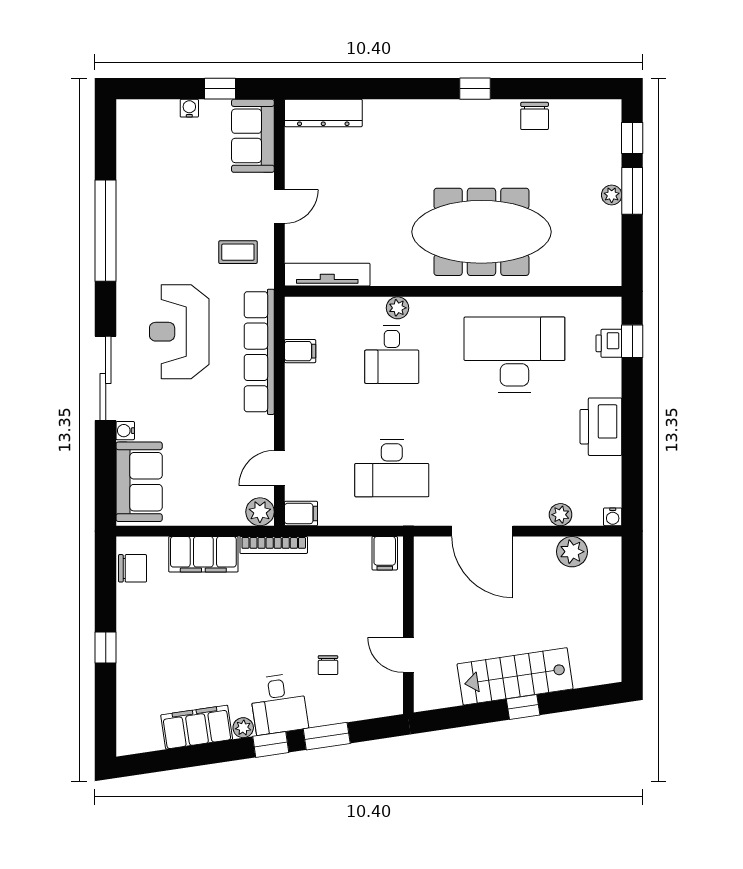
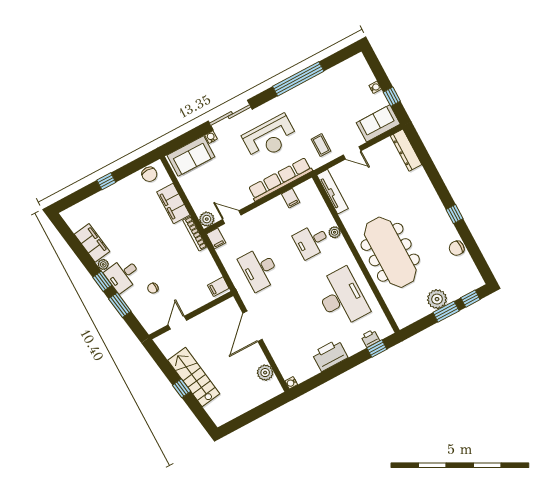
plant: (612, 195) -> (437, 299), width x1.88, depth x1.88
reception desk: (179, 332) -> (270, 138), turned 180
plant: (561, 515) -> (279, 358), removed

